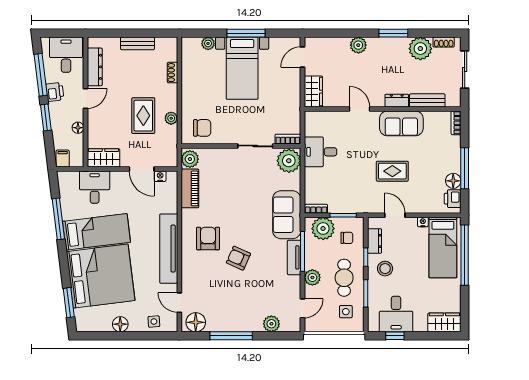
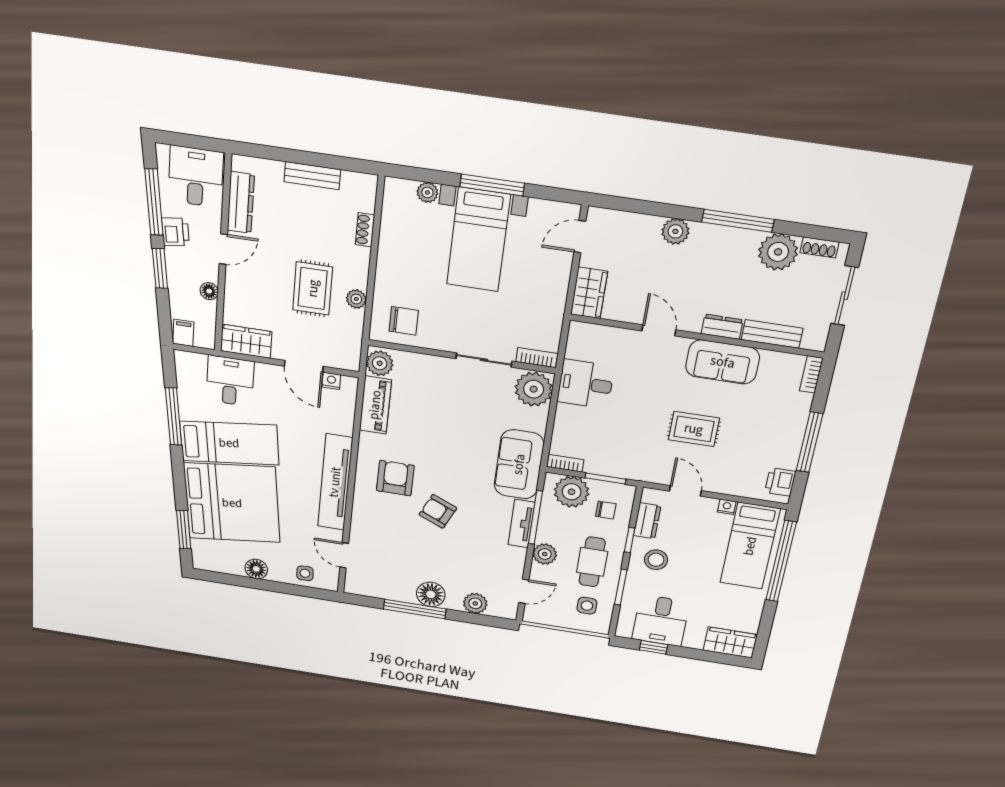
window: (393, 33) -> (738, 221), width x1.44
floor lamp: (453, 181) -> (787, 457), removed
floor lamp: (196, 322) -> (431, 594), moved

